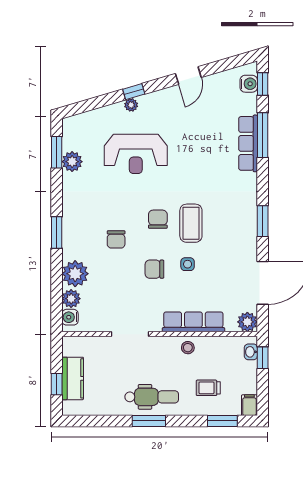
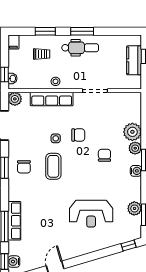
window: (134, 92) -> (129, 245), moved
plant: (131, 105) -> (94, 247), removed
reception desk: (136, 154) -> (91, 214), turned 180
chair: (158, 219) -> (24, 167), moved
plant: (71, 299) -> (135, 148), moved
water cooler: (70, 317) -> (136, 171), moved
dental chair: (152, 397) -> (80, 48), turned 180
window: (222, 421) -> (45, 31), moved

